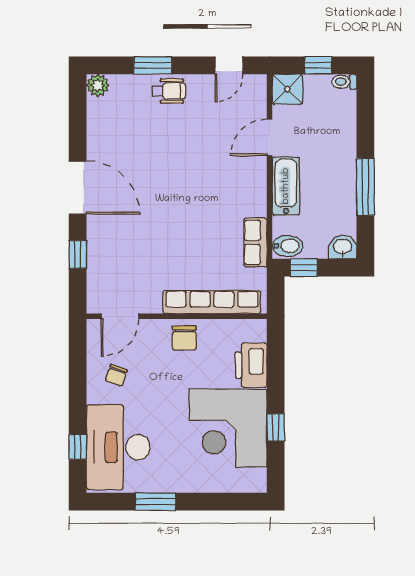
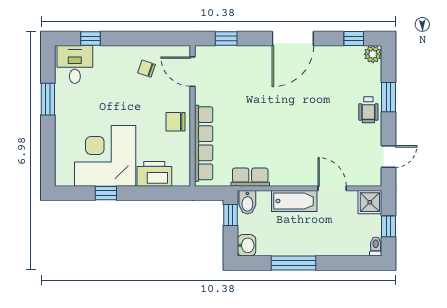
door: (229, 65) -> (388, 156), swing flipped
window: (78, 110) -> (354, 38), added
window: (78, 255) -> (226, 38), moved
desk: (118, 447) -> (75, 64), width x0.53, depth x0.77

